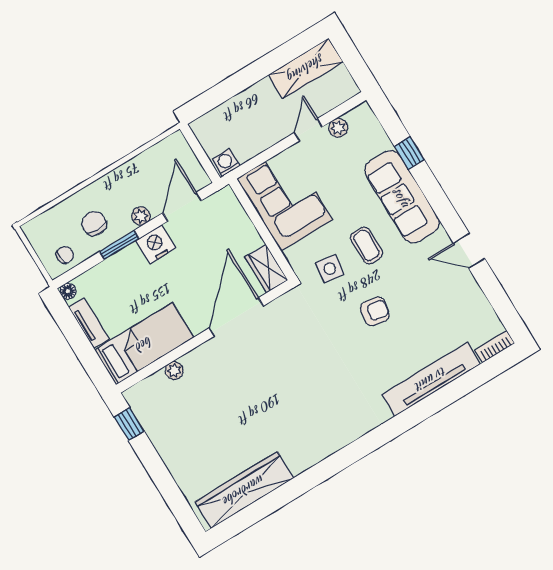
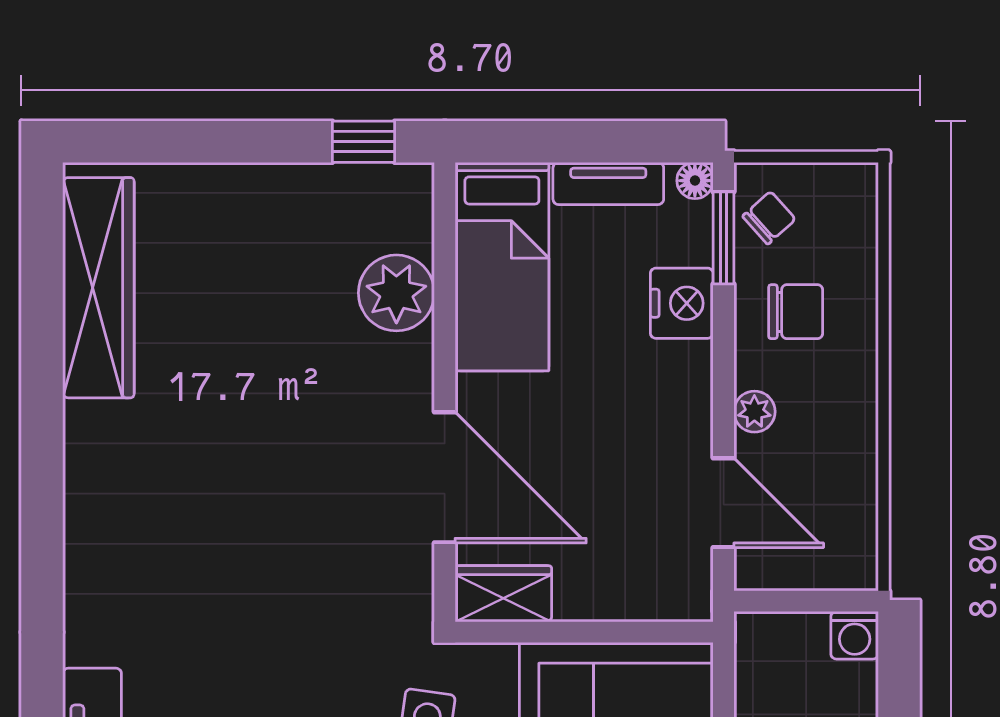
washing machine: (226, 163) -> (855, 635), moved, turned 90
nightstand: (156, 244) -> (682, 303), moved
window: (119, 245) -> (724, 238), moved
chair: (65, 255) -> (769, 218), turned -132
plant: (174, 371) -> (396, 293), width x1.88, depth x1.88

